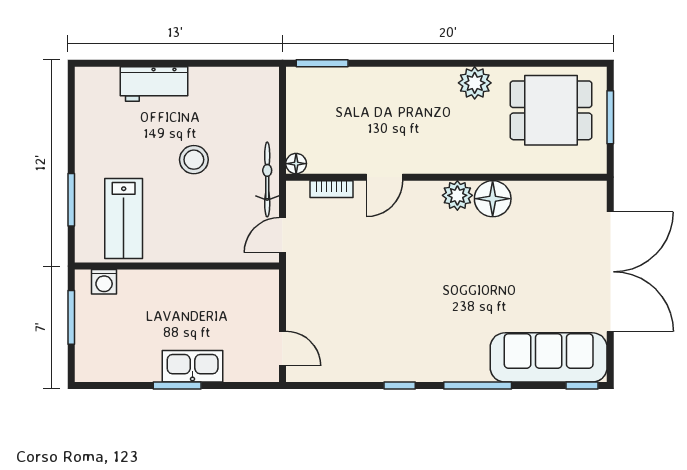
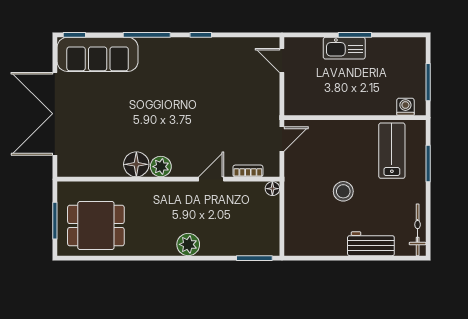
plant: (475, 83) -> (188, 244), moved
bicycle: (267, 179) -> (418, 230), moved, turned 180

